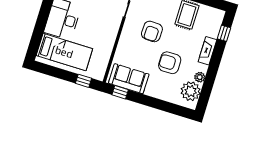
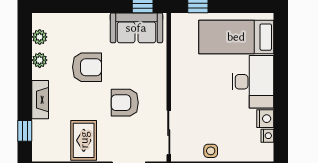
armchair: (152, 31) -> (125, 103), turned -92
plant: (191, 91) -> (40, 37), width x0.53, depth x0.53

